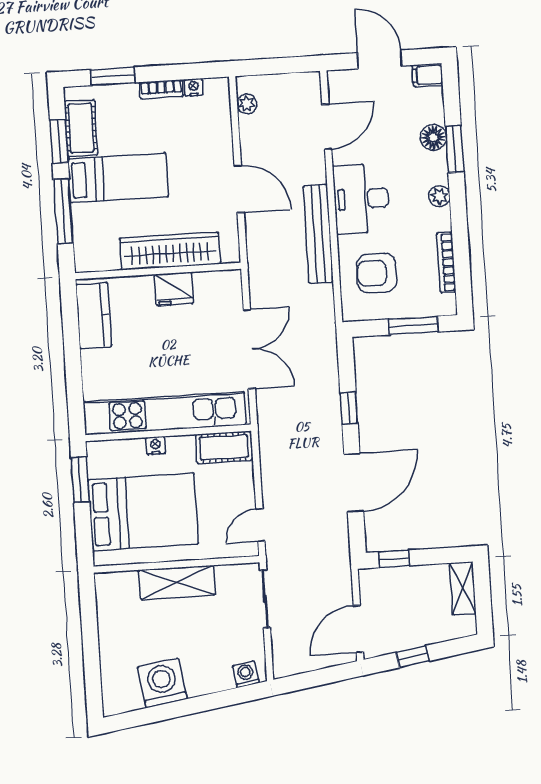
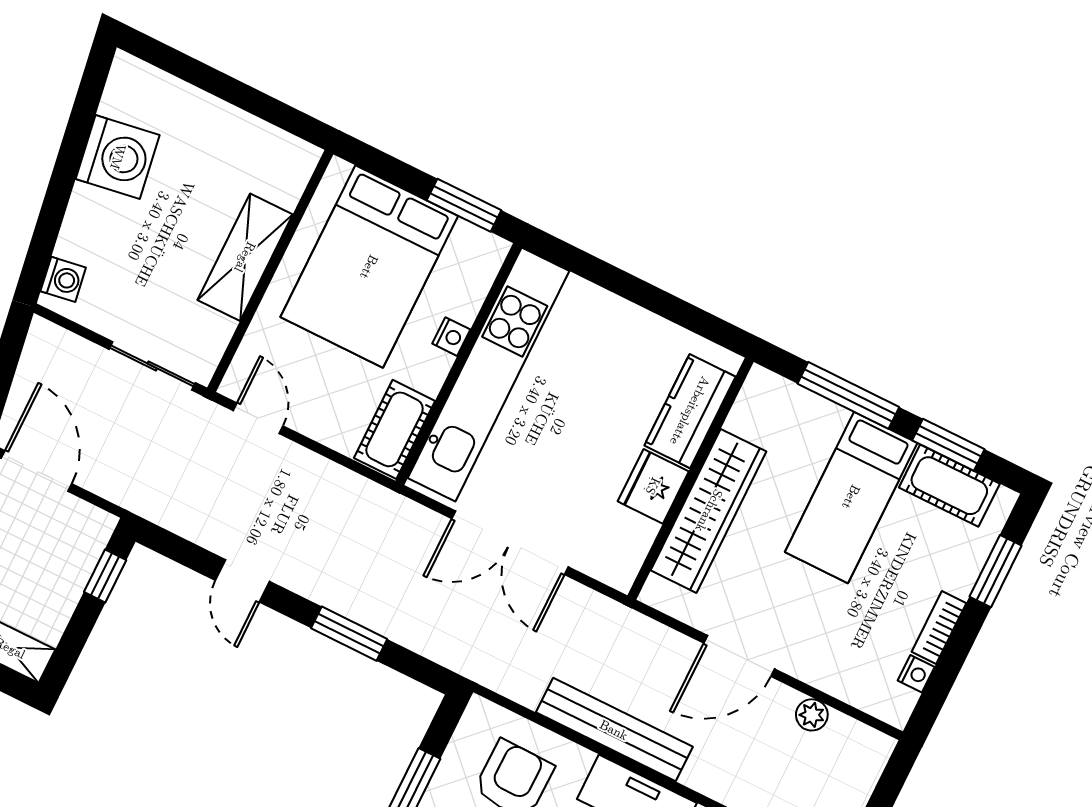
plant: (247, 104) -> (812, 715), moved
kitchen counter: (94, 315) -> (690, 411), moved, turned 90
window: (349, 408) -> (349, 634), width x1.50
door: (354, 483) -> (242, 581), width x0.53

